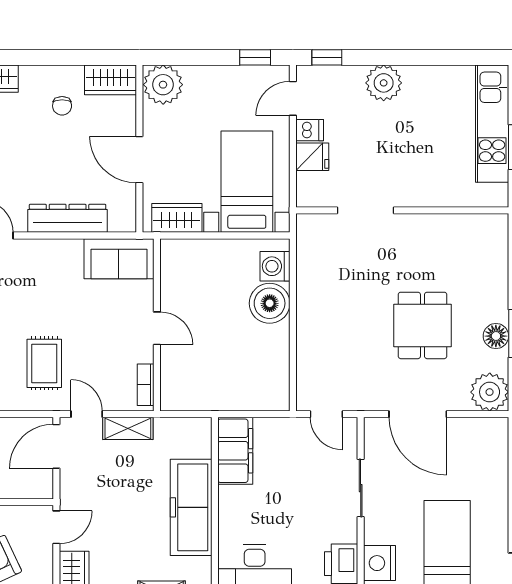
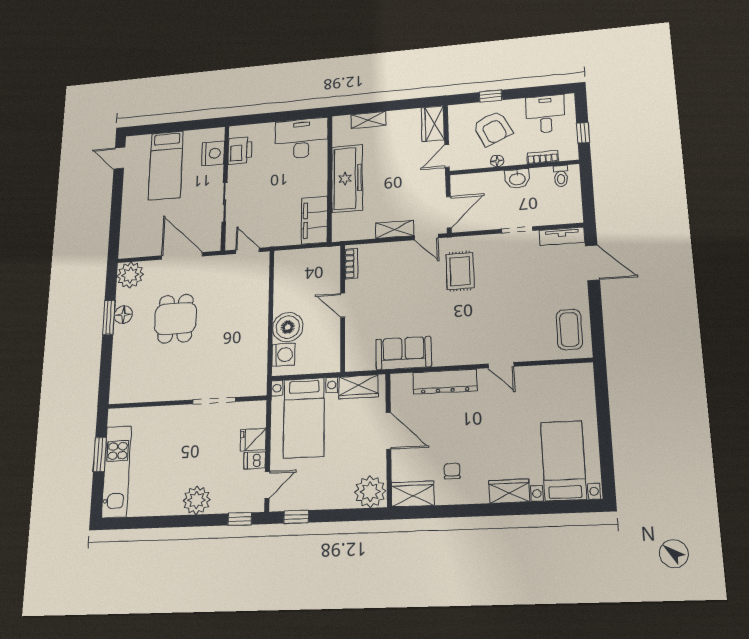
wall: (157, 325) -> (343, 308), moved
door: (157, 328) -> (343, 305), moved
bookcase: (146, 385) -> (351, 264), moved

